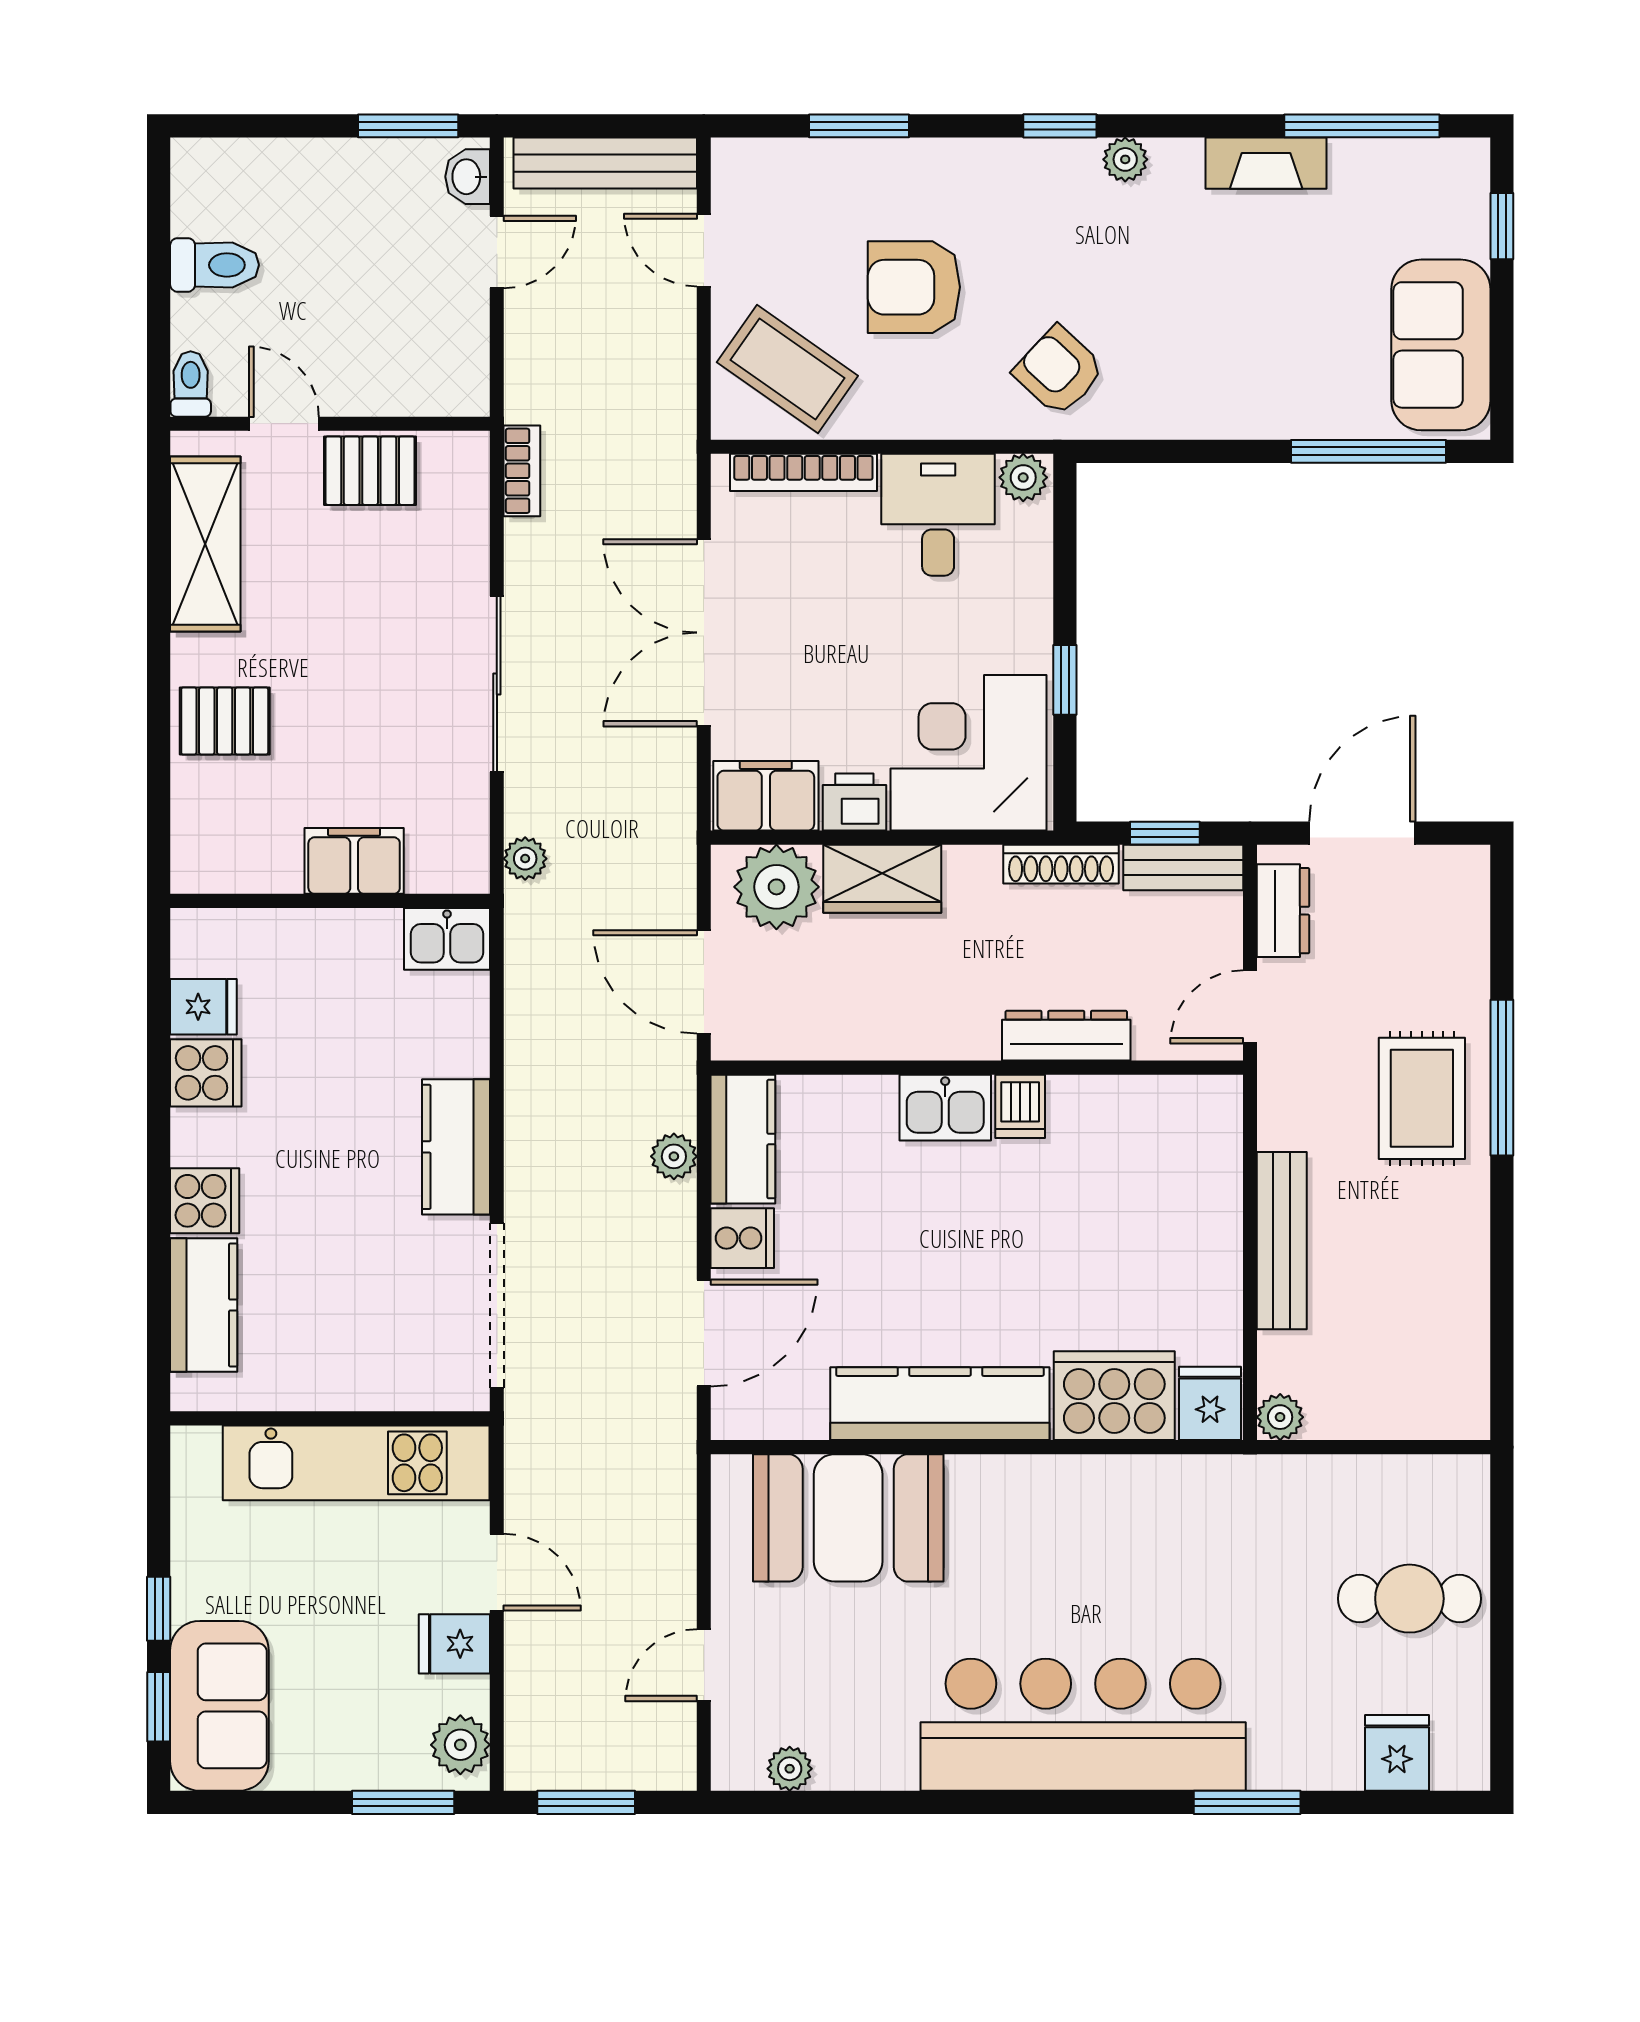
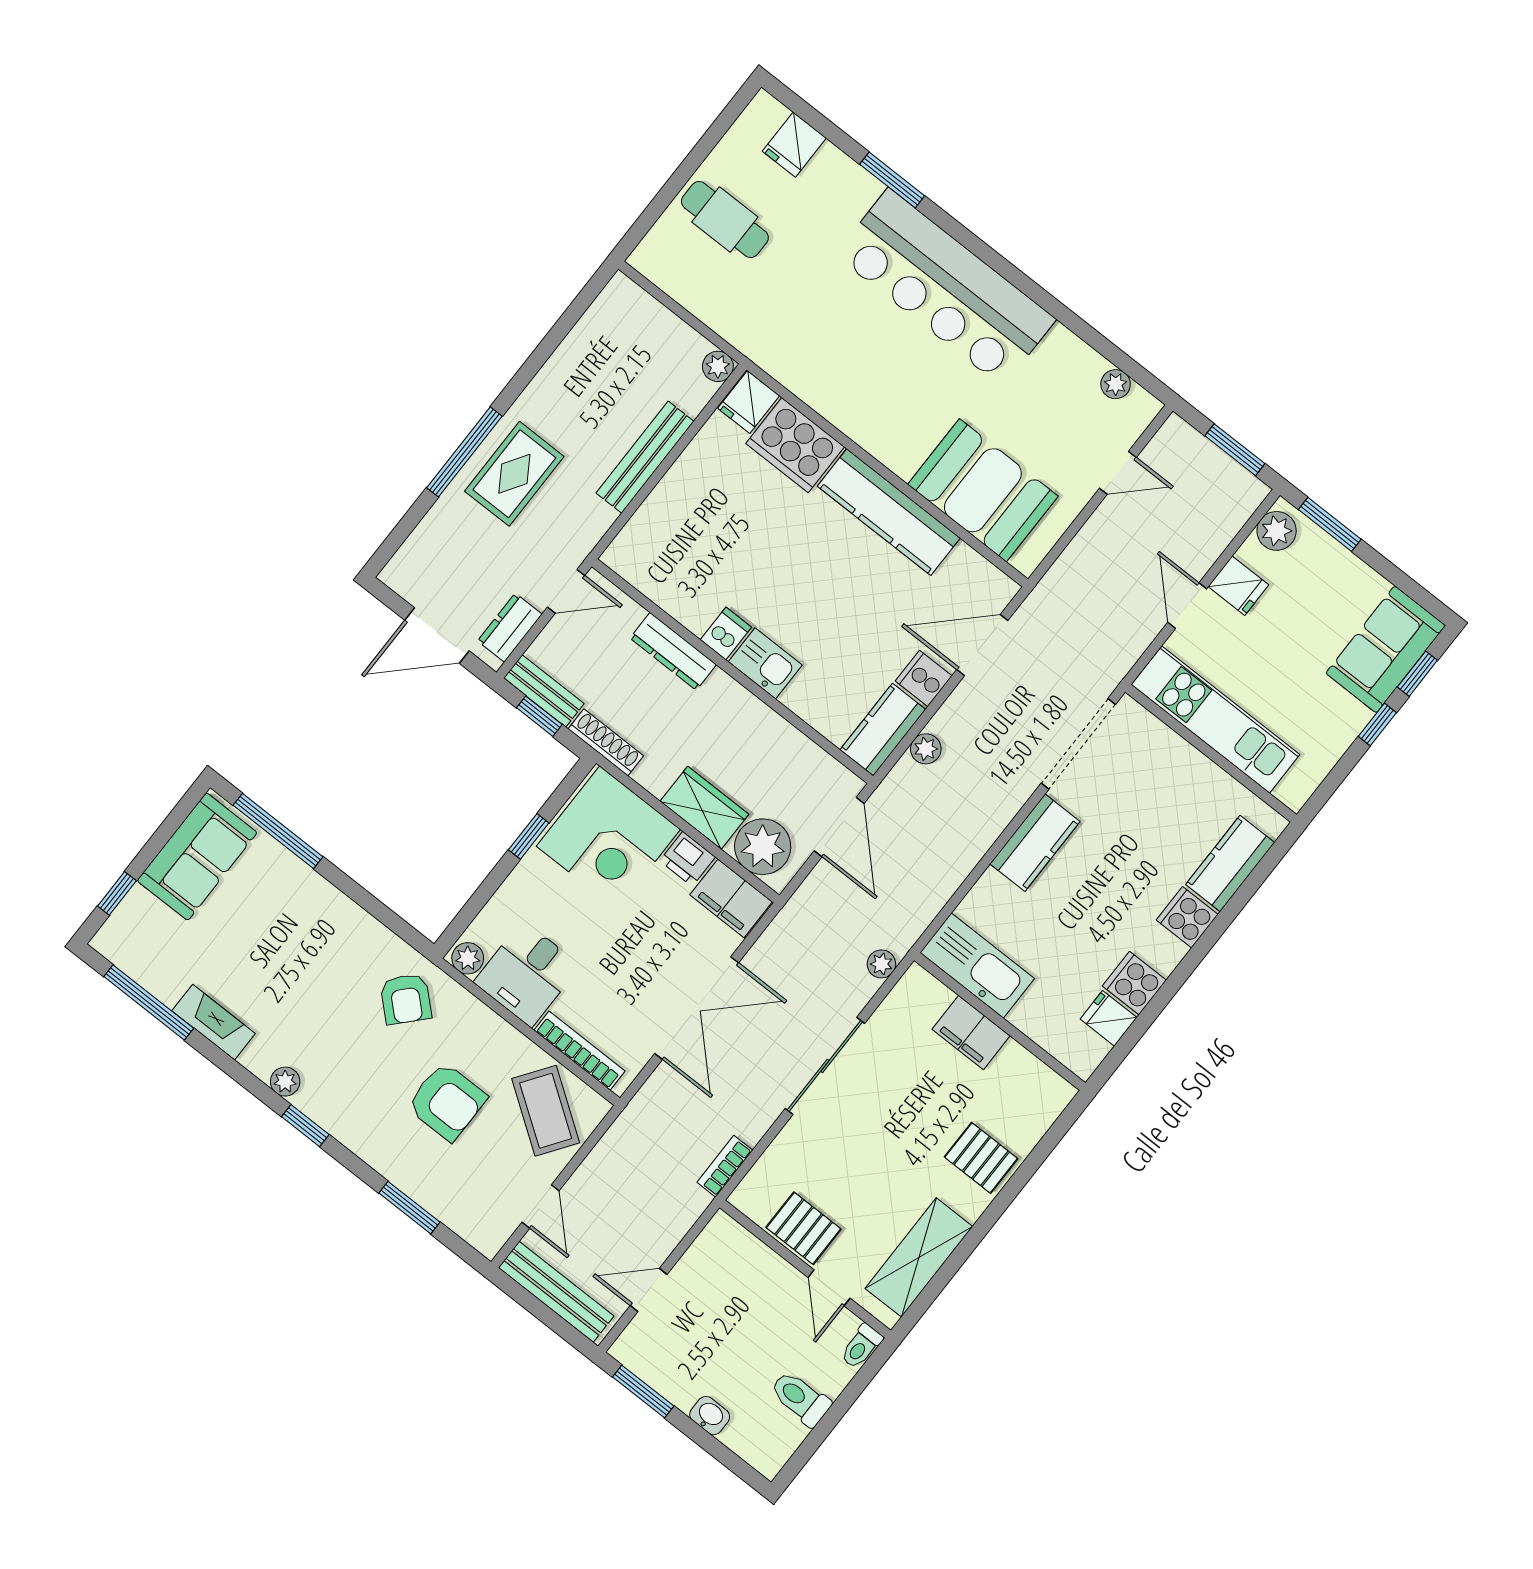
washbasin: (468, 177) -> (710, 1416), moved, turned -90
kitchen sink: (447, 939) -> (977, 966), width x1.88, depth x1.24

